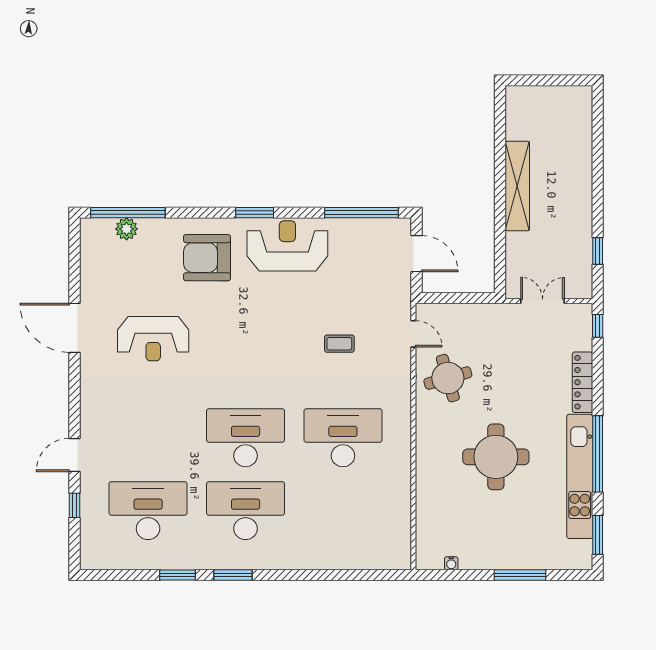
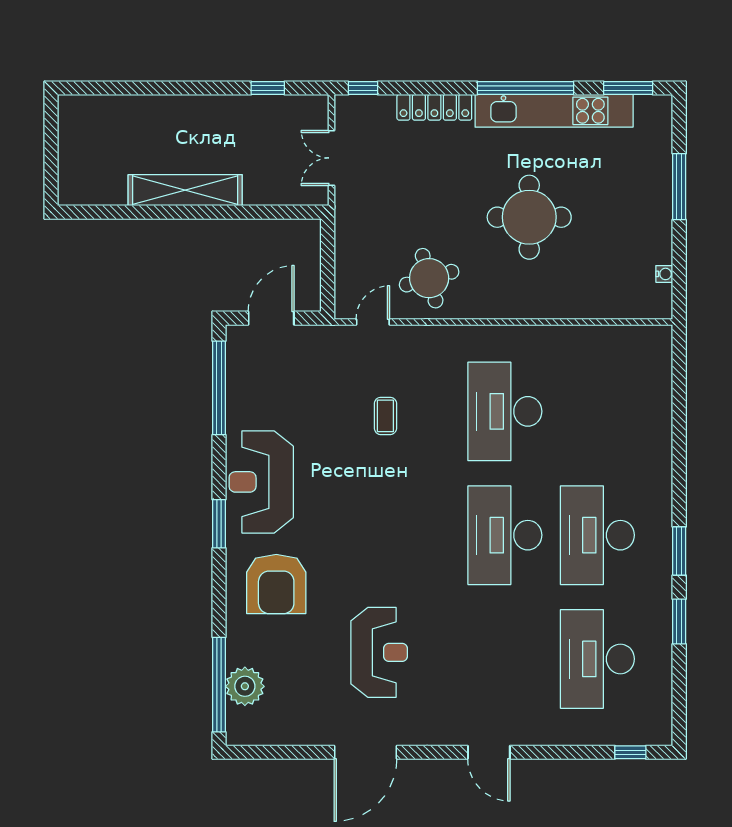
plant: (127, 229) -> (245, 686), width x1.36, depth x1.36
door: (75, 455) -> (489, 752), moved
window: (75, 505) -> (630, 752), moved

